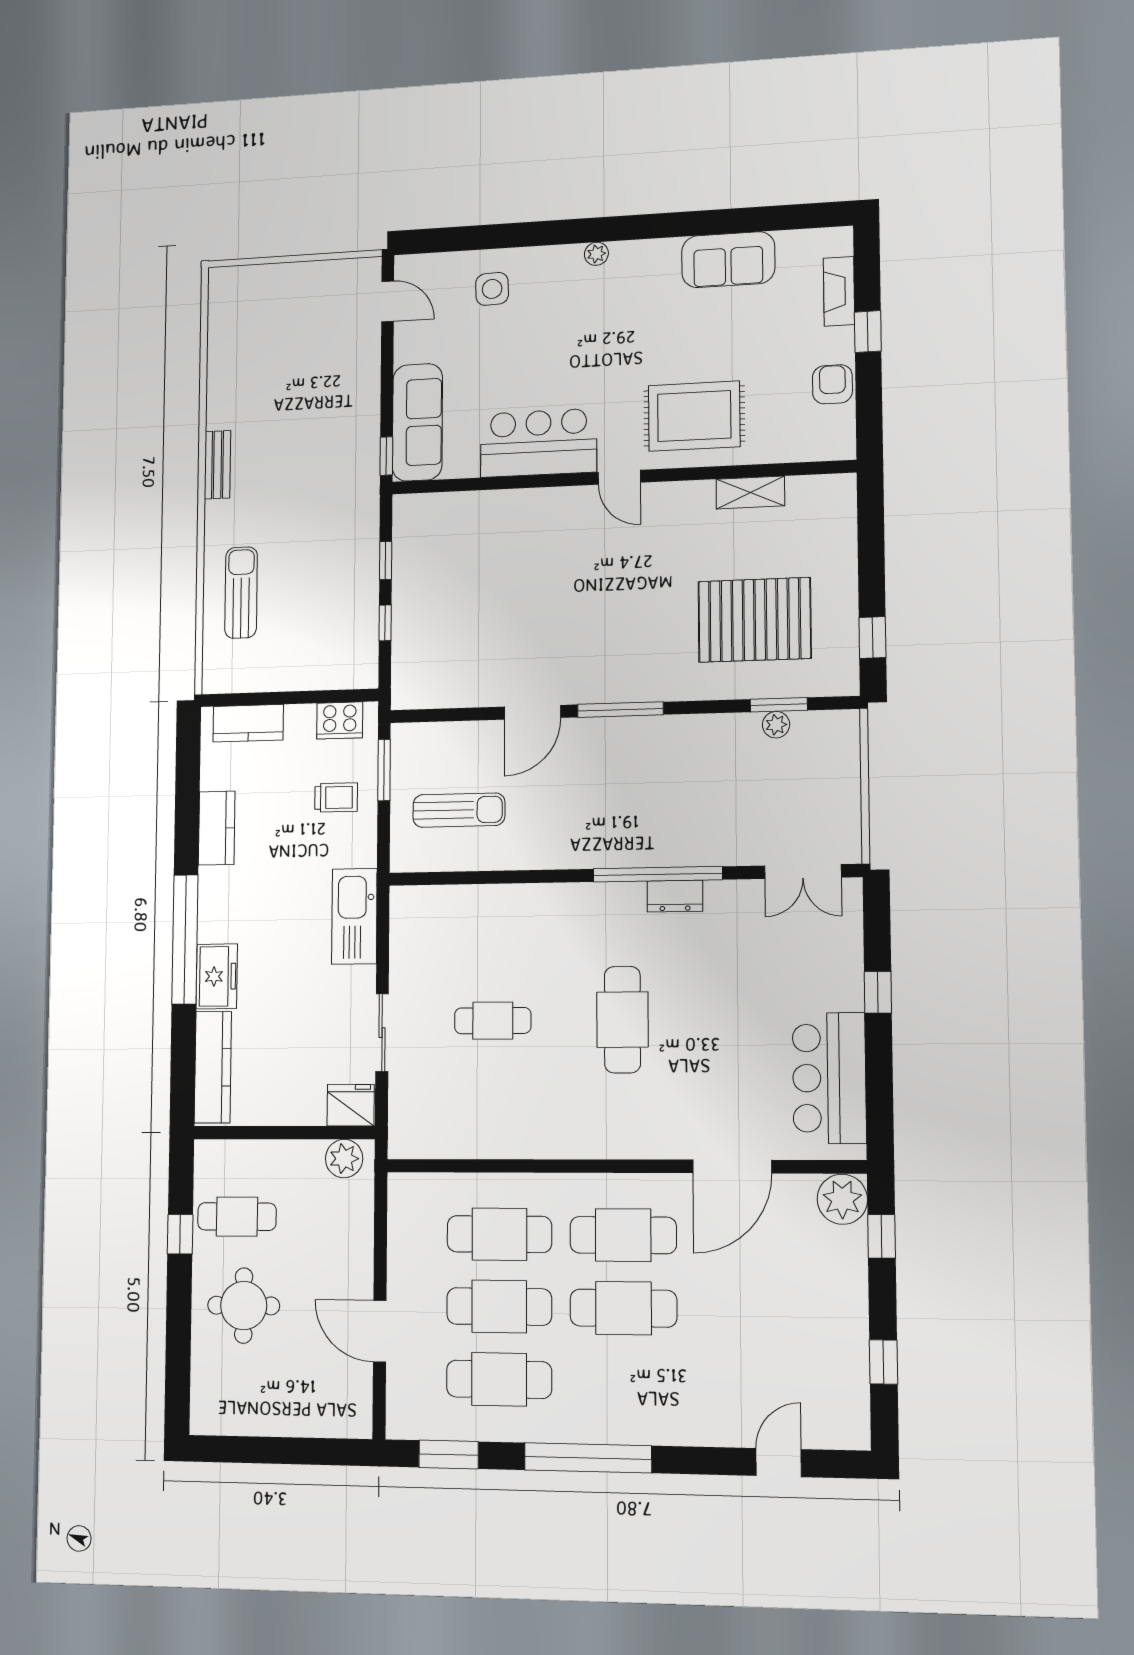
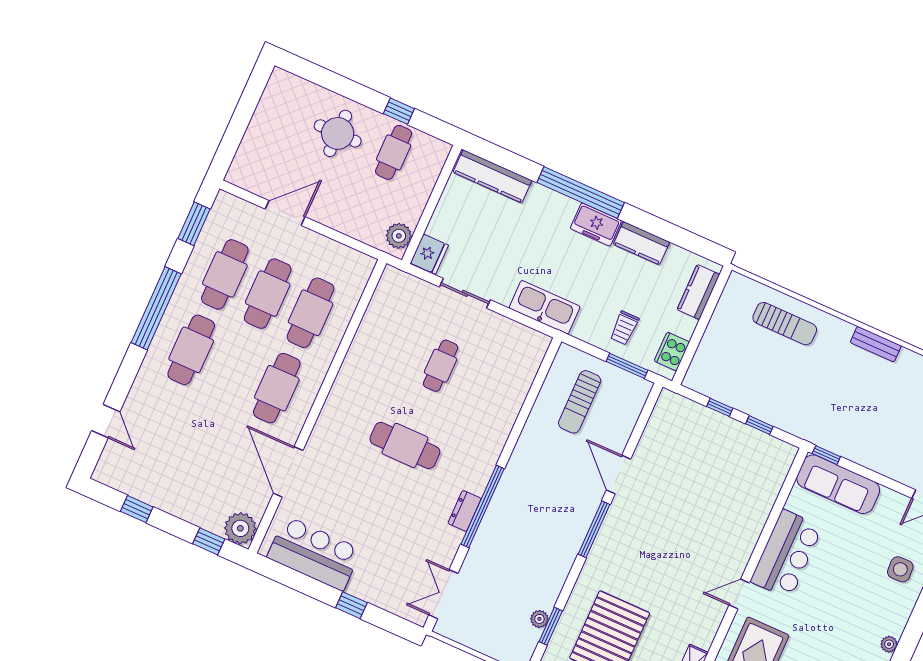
freezer: (217, 976) -> (596, 225), moved
cafe table: (623, 1308) -> (191, 350), moved

